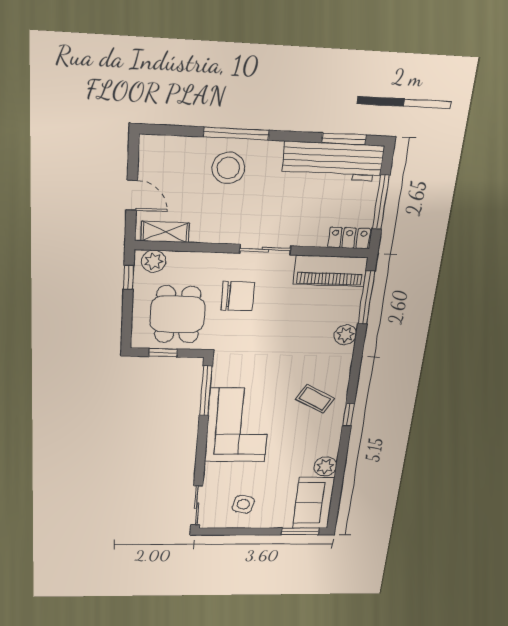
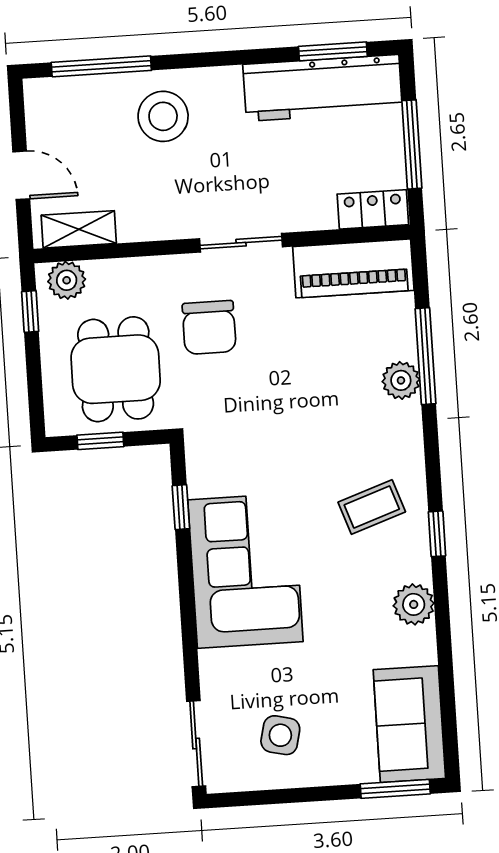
window: (236, 134) -> (101, 66), moved
chair: (238, 296) -> (209, 327), turned 90
window: (366, 298) -> (426, 356), moved
window: (206, 391) -> (181, 507), width x0.46
coffee table: (315, 399) -> (372, 507), turned -47
plant: (325, 466) -> (414, 604), moved

